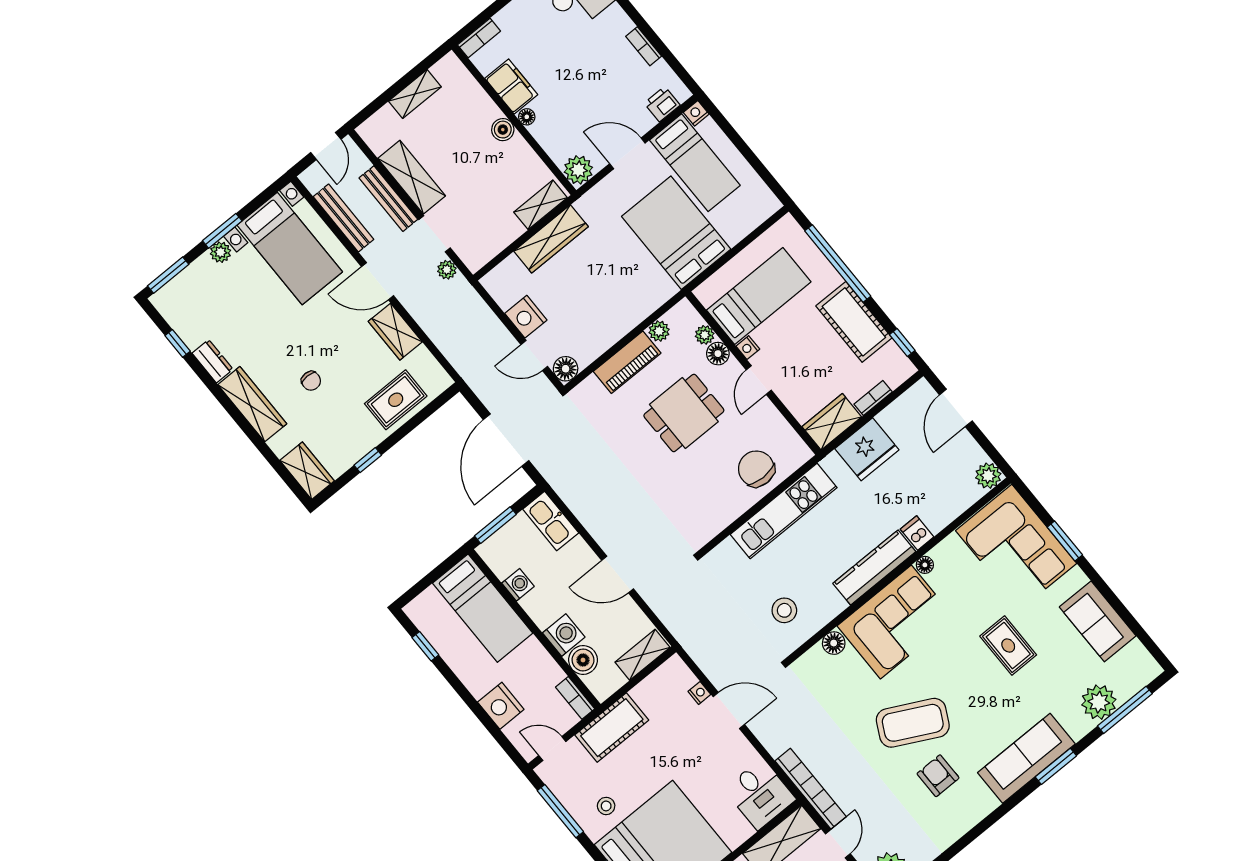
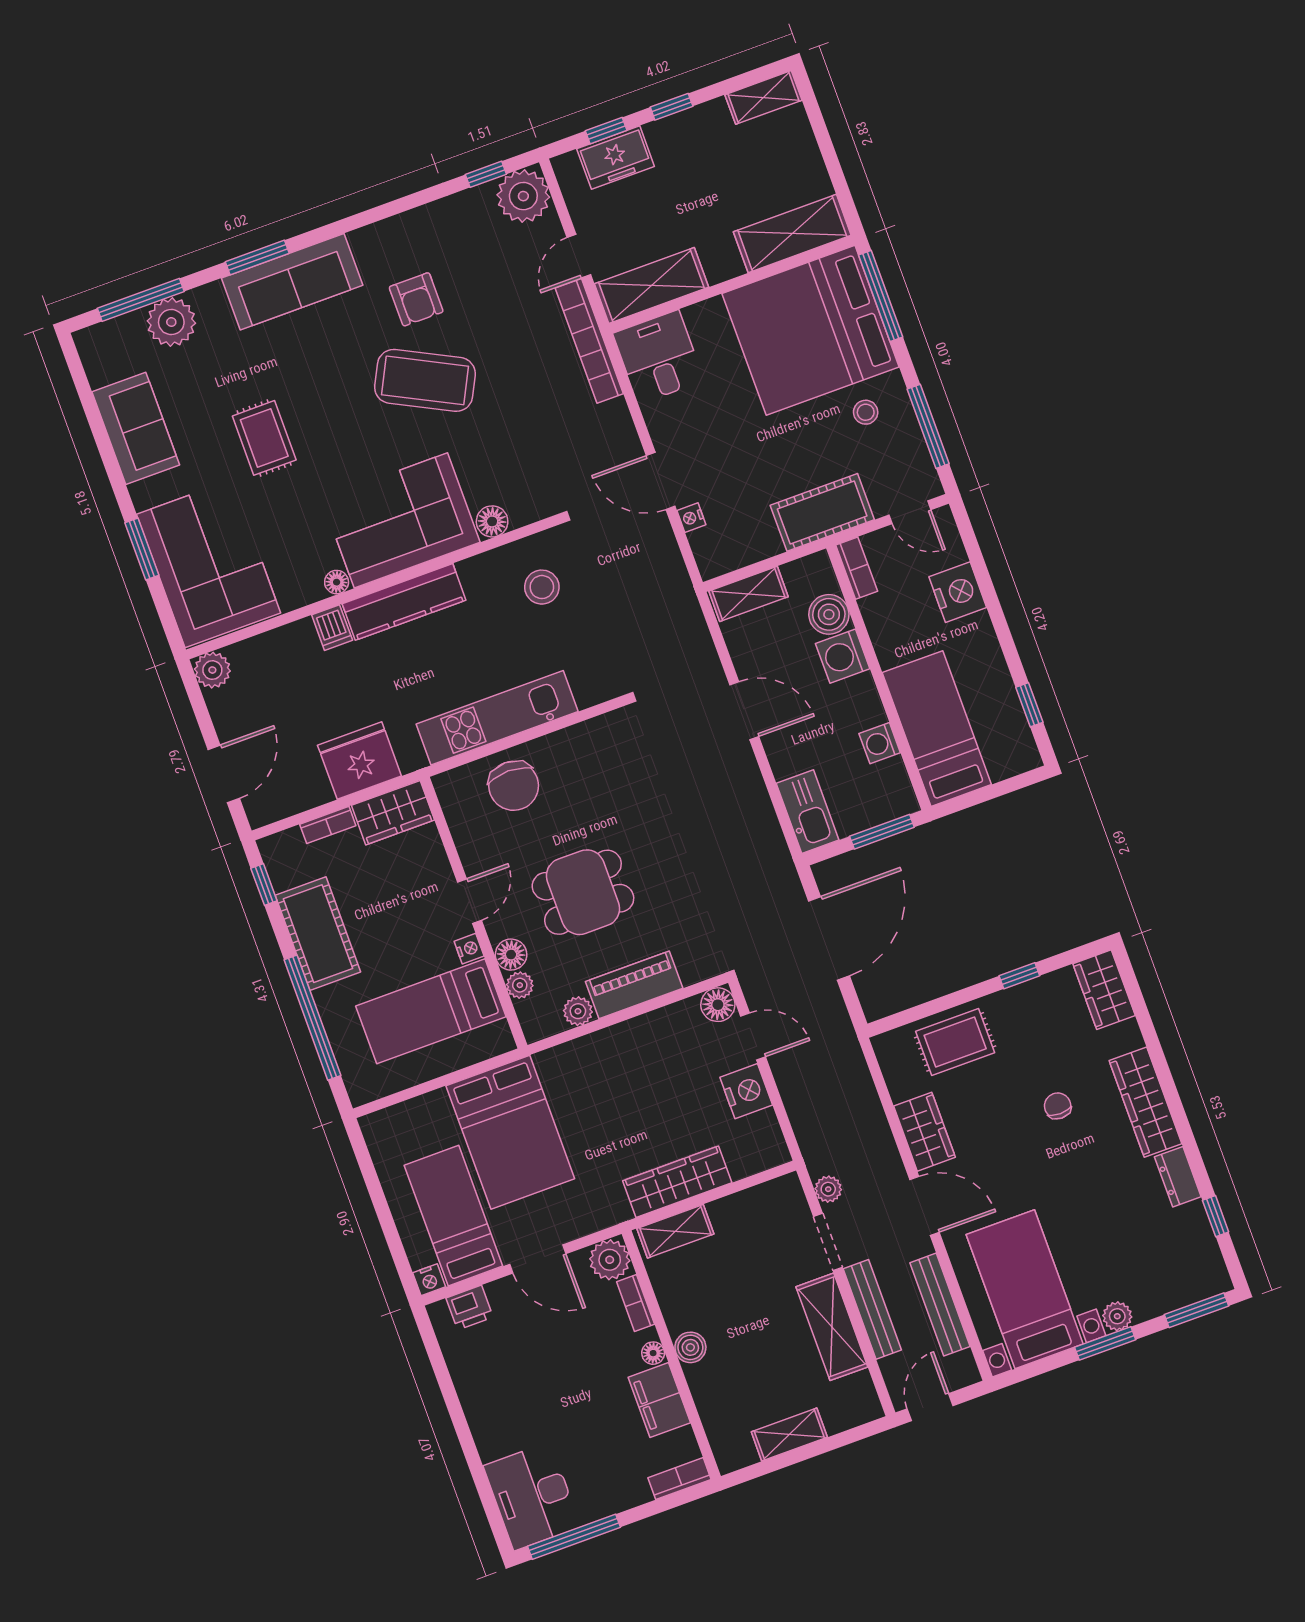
bookcase: (644, 46) -> (636, 1303), moved, turned 180

